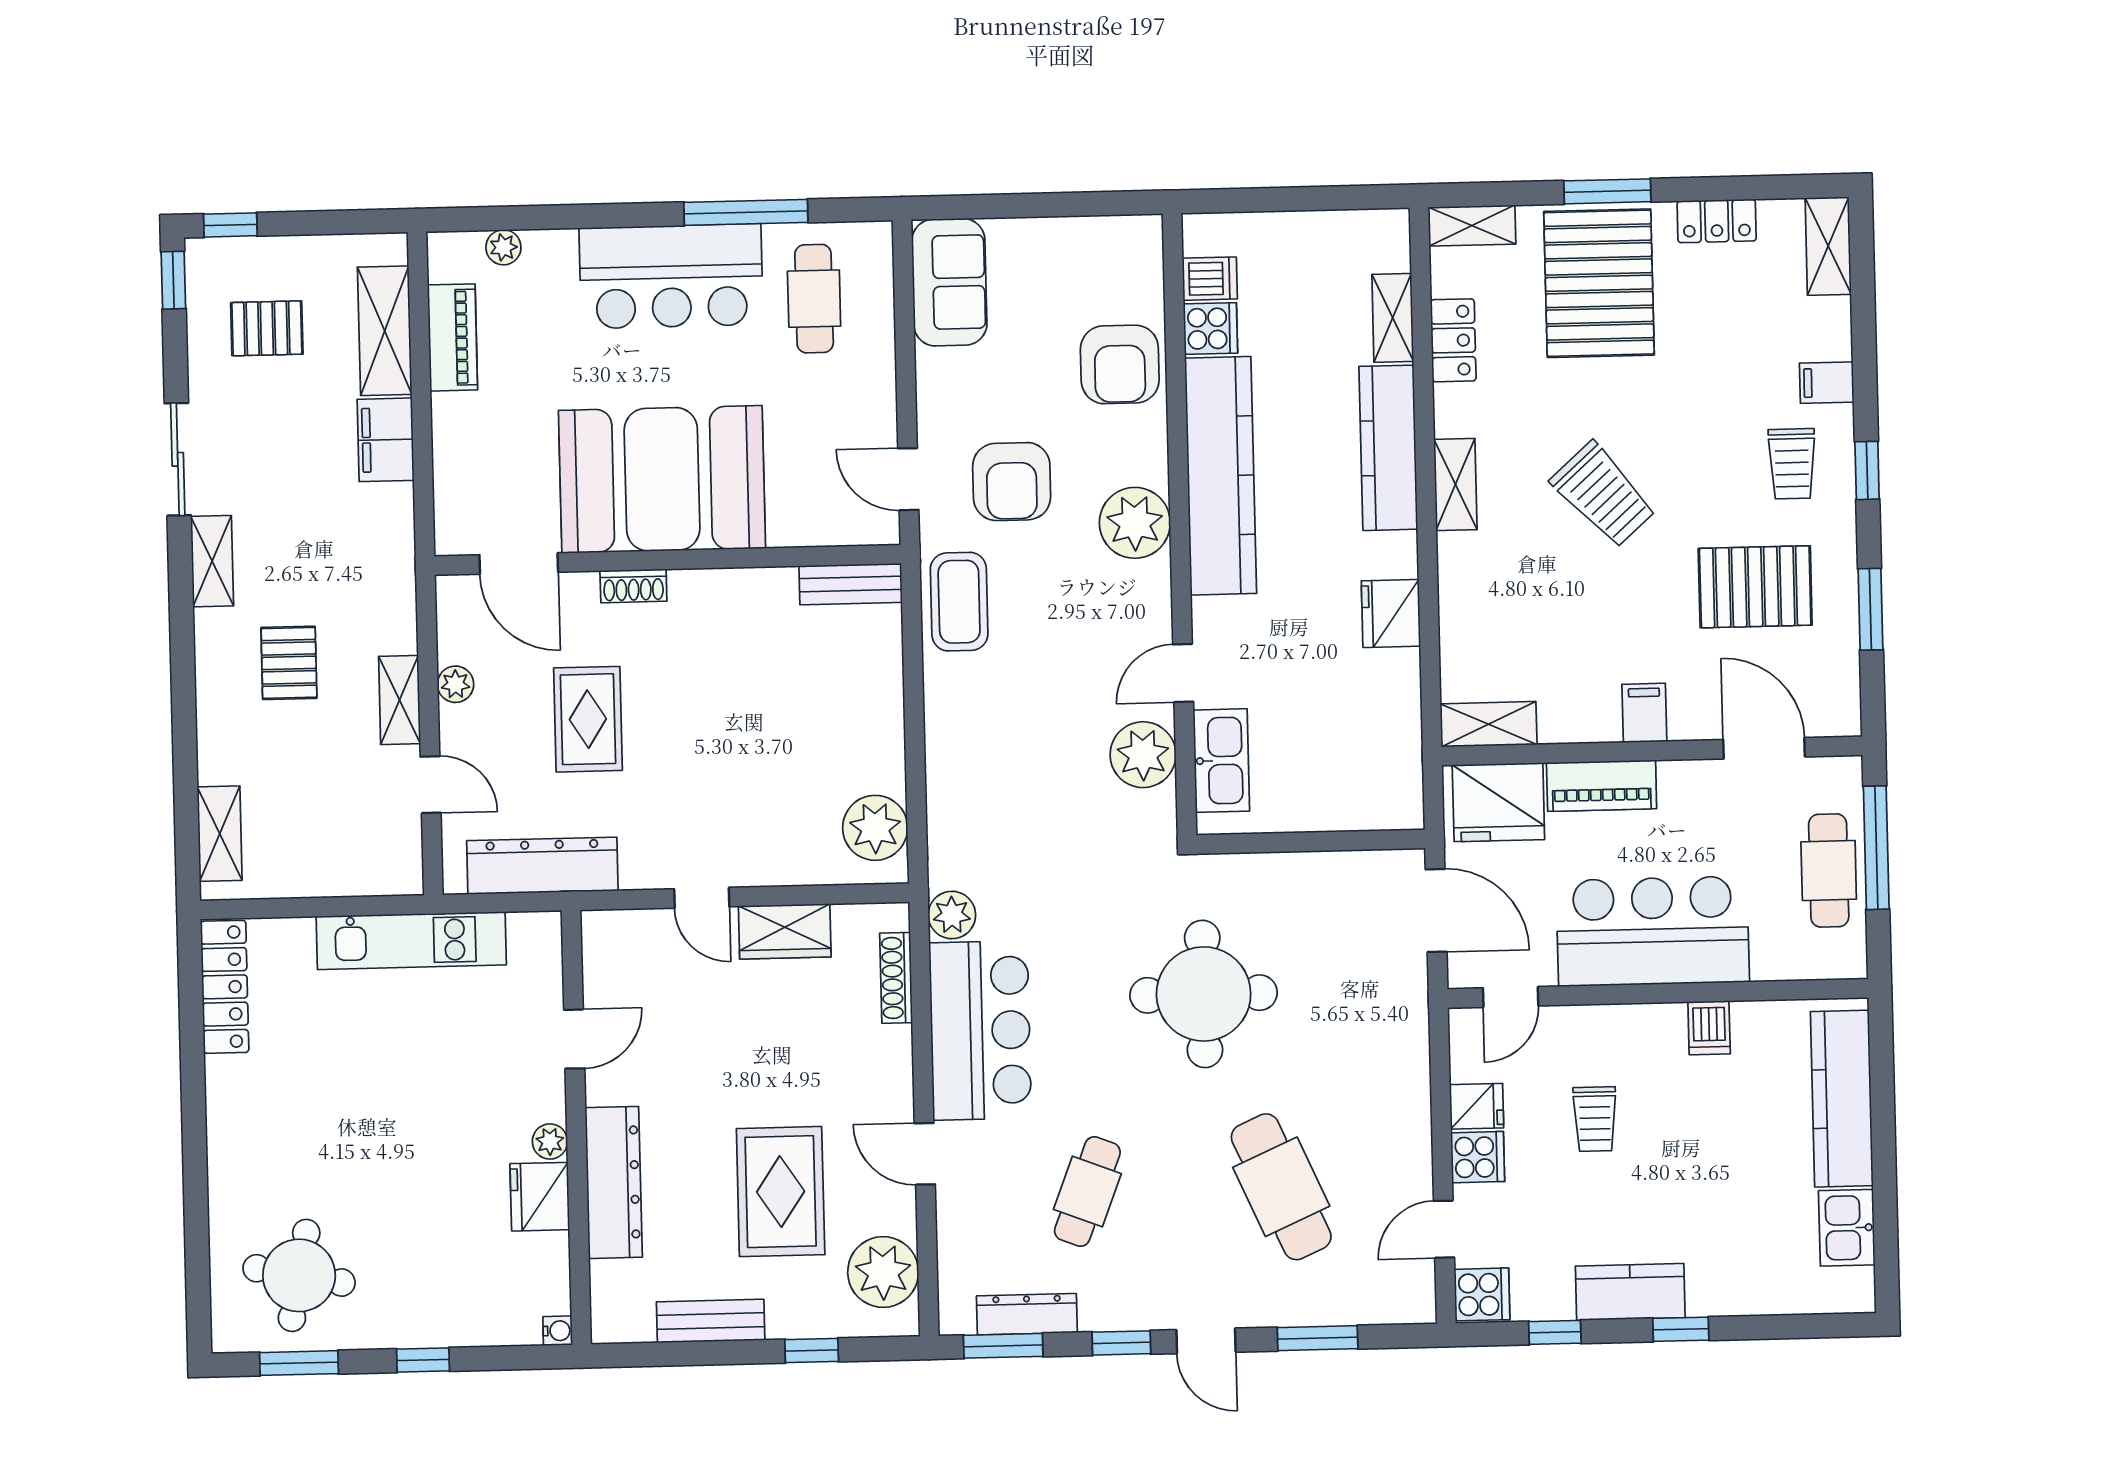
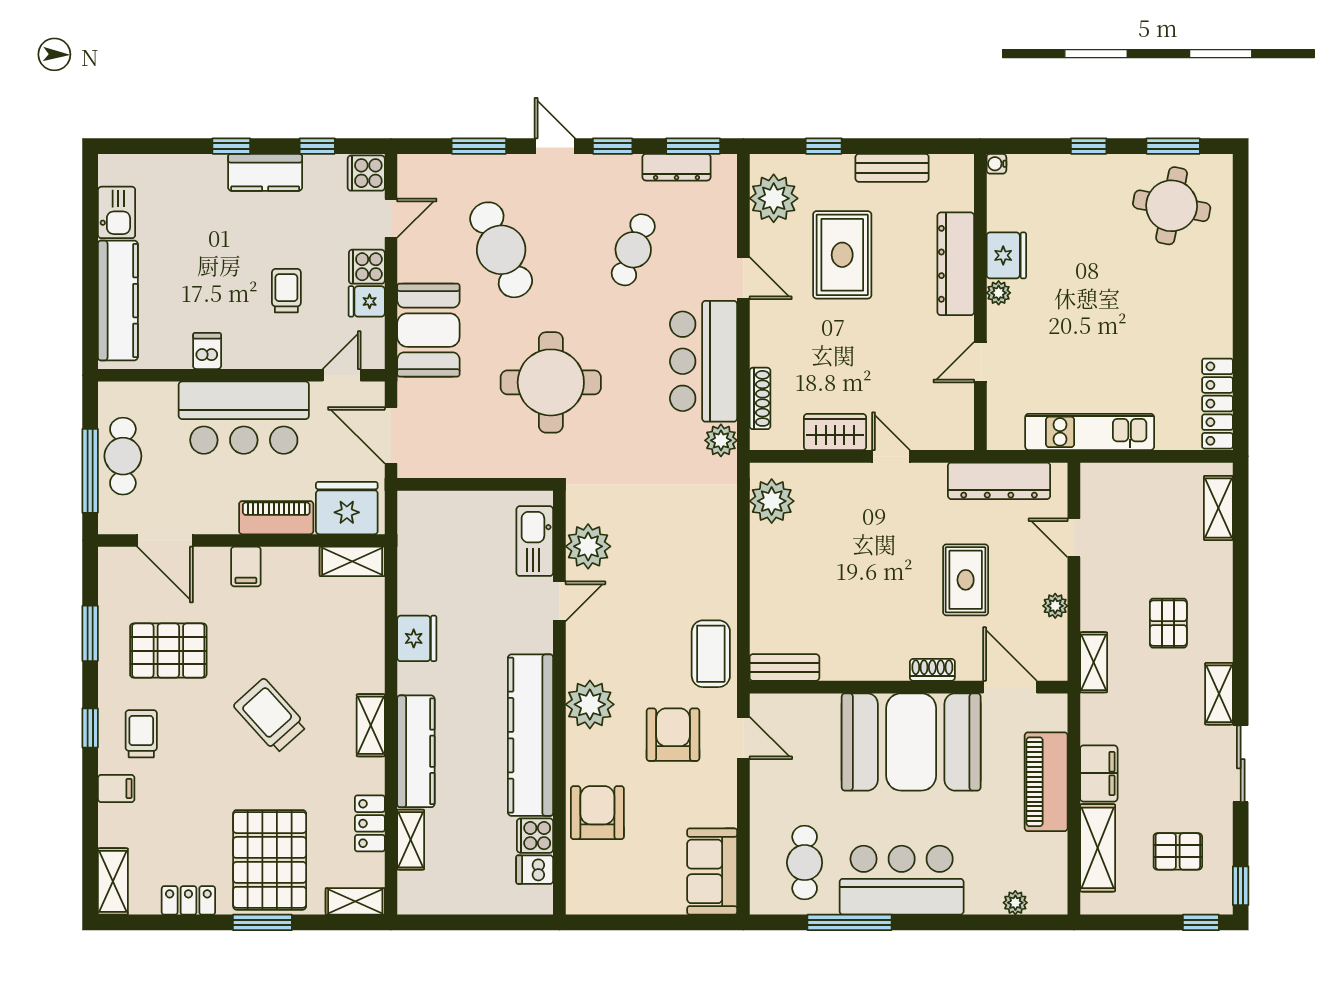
piano: (453, 337) -> (1046, 782), moved, width x1.37, depth x1.33
shelving: (399, 700) -> (1094, 662), moved
booth: (1385, 1066) -> (428, 330), added

